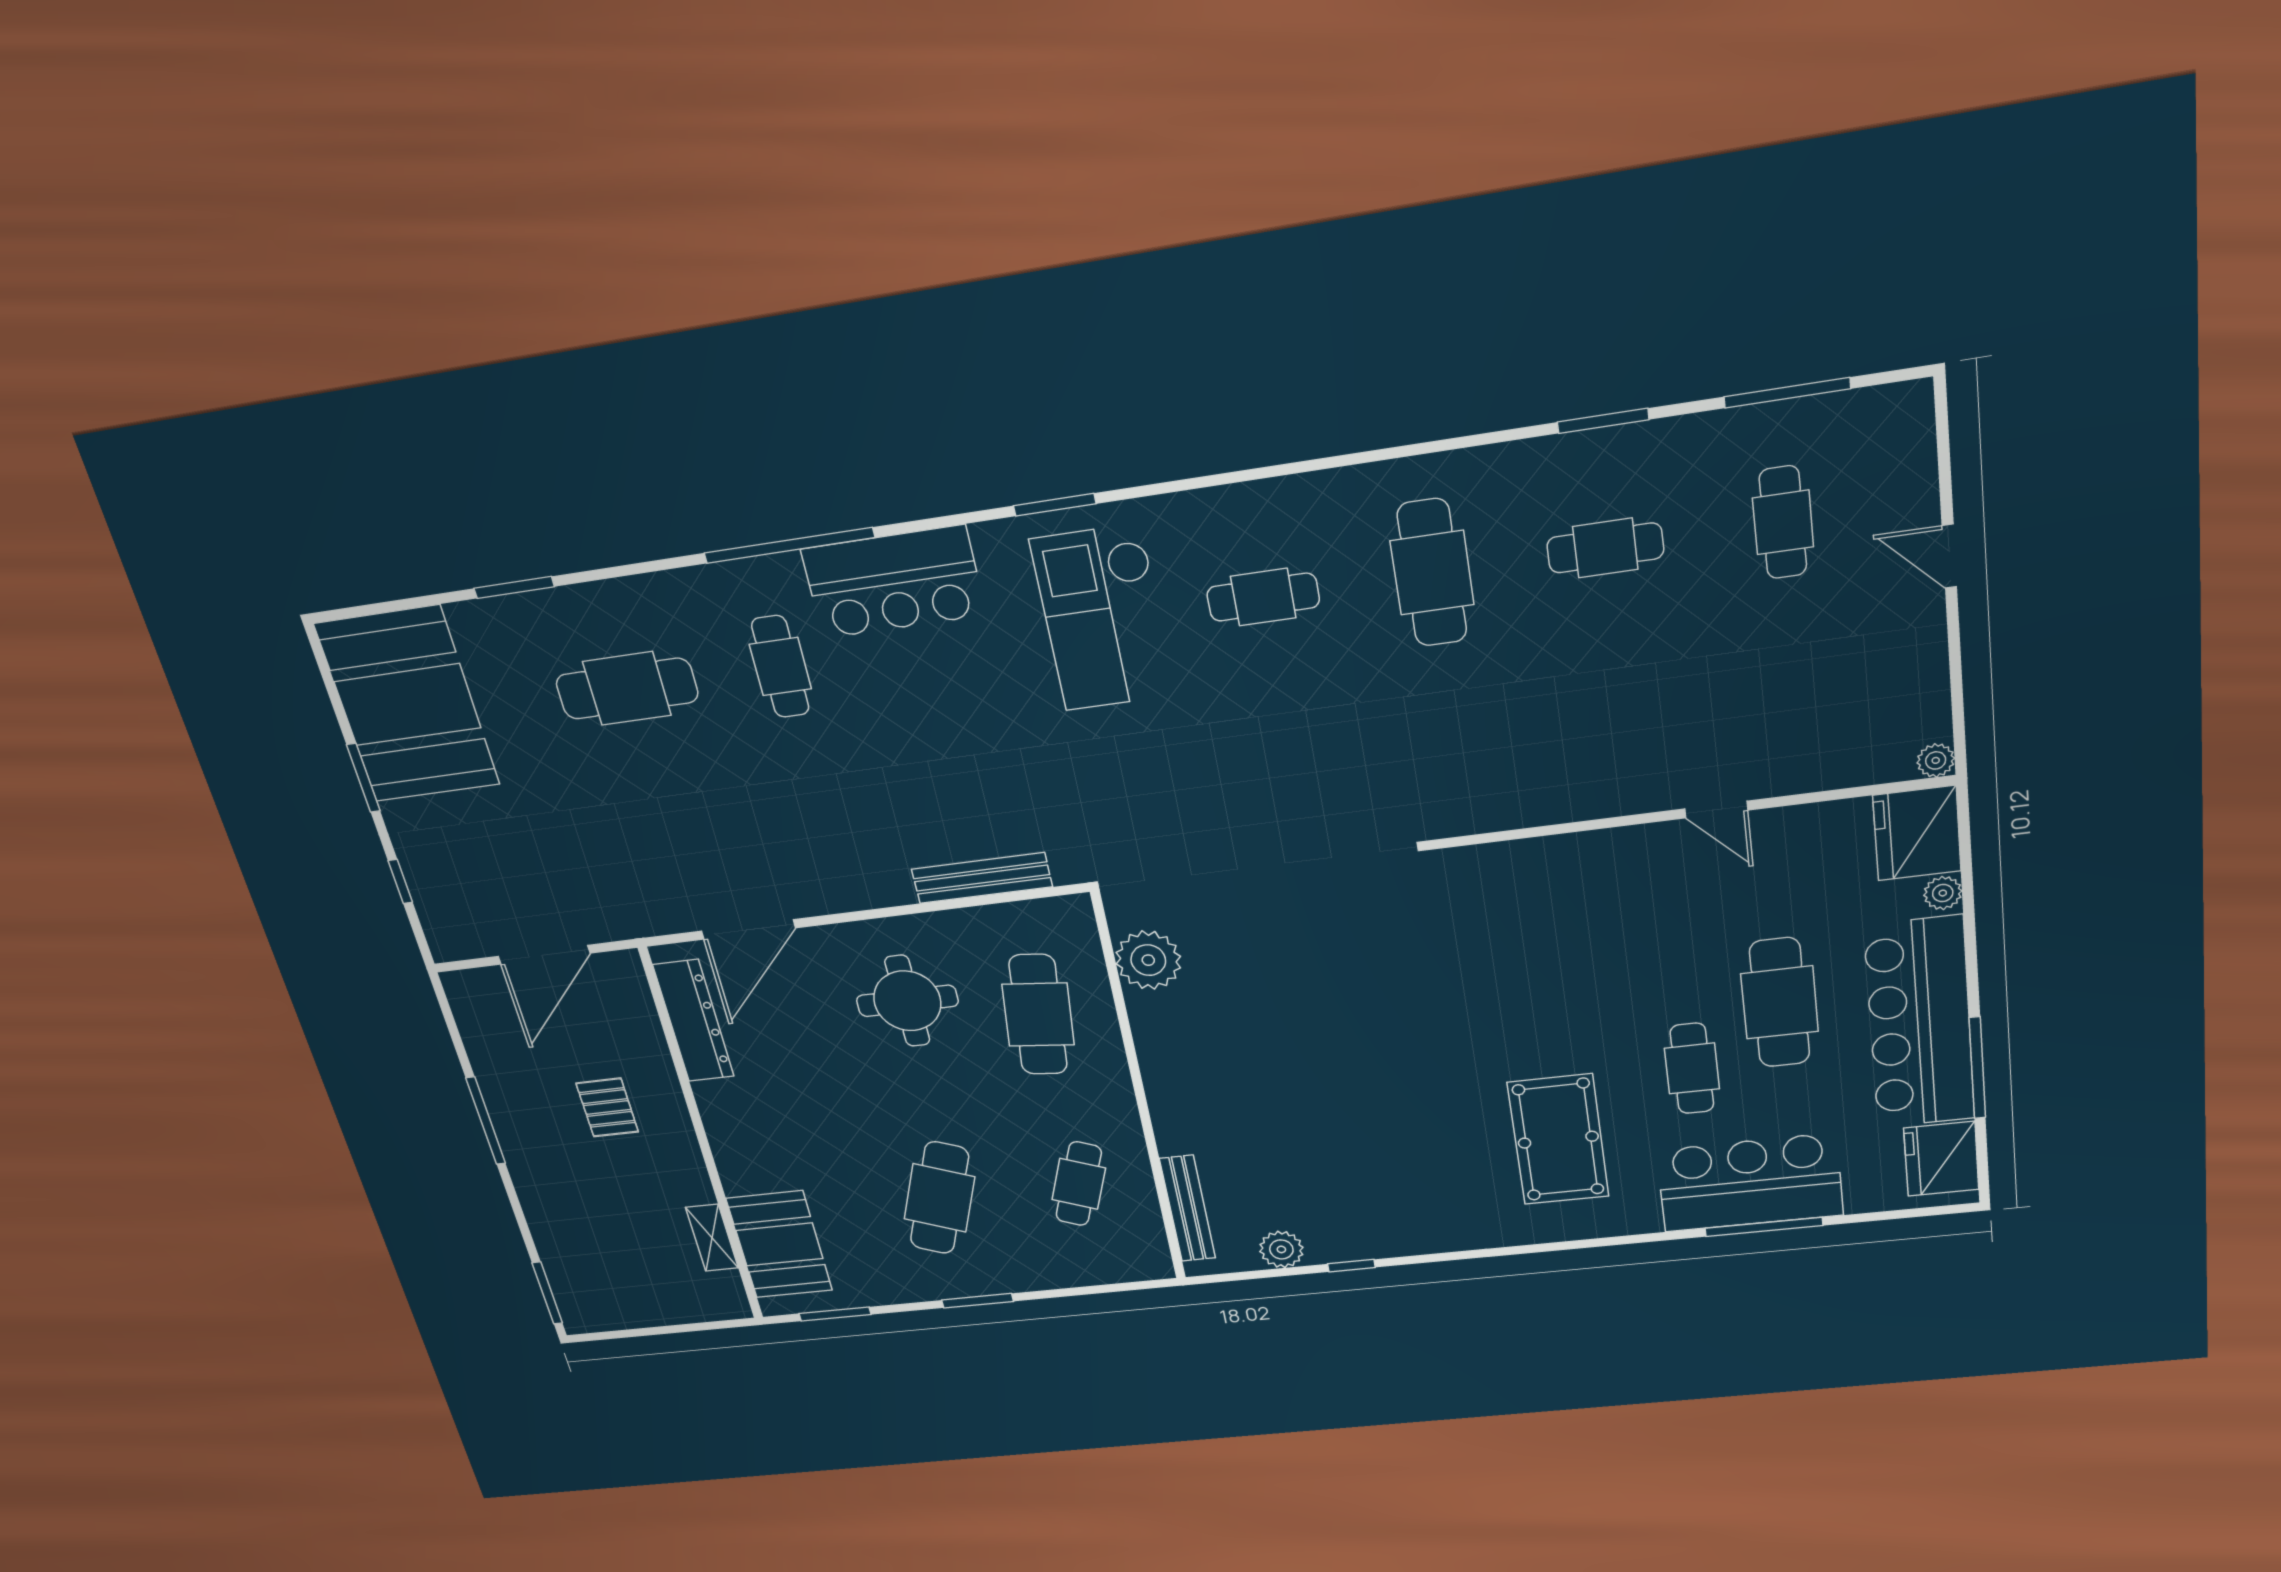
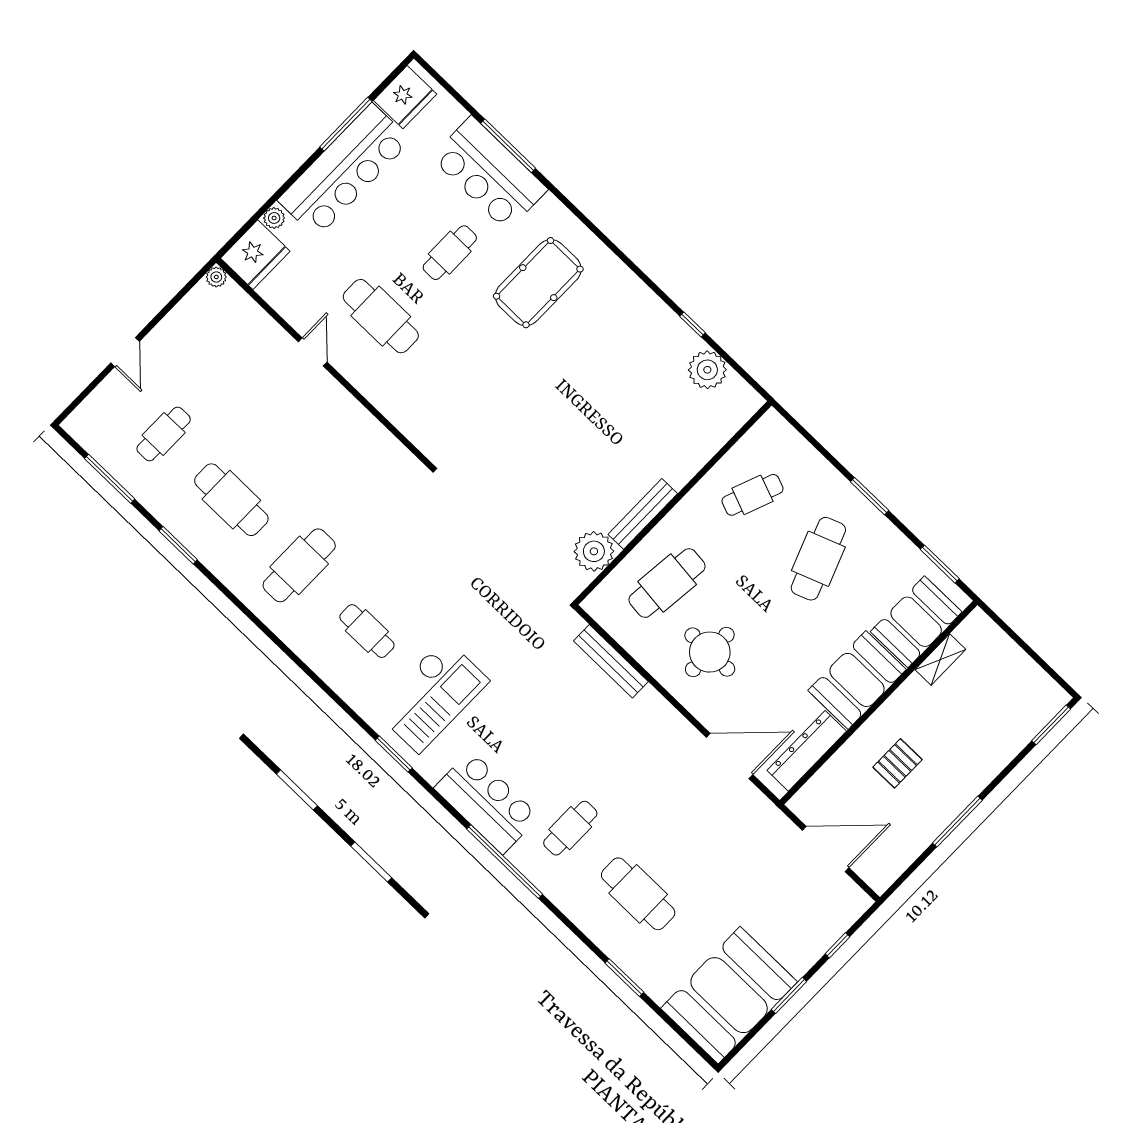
cafe table: (1605, 548) -> (231, 500), width x1.37, depth x1.35
cafe table: (1780, 1003) -> (381, 316), moved, turned 90
booth: (749, 1136) -> (857, 680), added
cafe table: (939, 1198) -> (818, 559), turned -42
bench: (1188, 1209) -> (643, 514), moved
plant: (1281, 1249) -> (707, 370), width x1.36, depth x1.36

